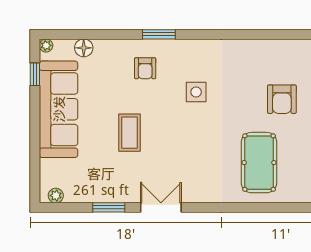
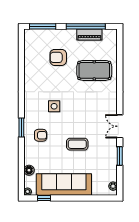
armchair: (282, 99) -> (58, 57), turned 180

